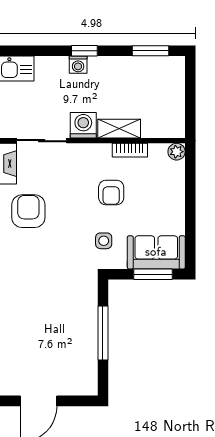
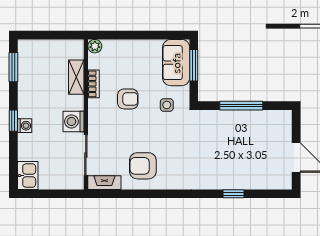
shelving: (119, 129) -> (76, 77), moved

